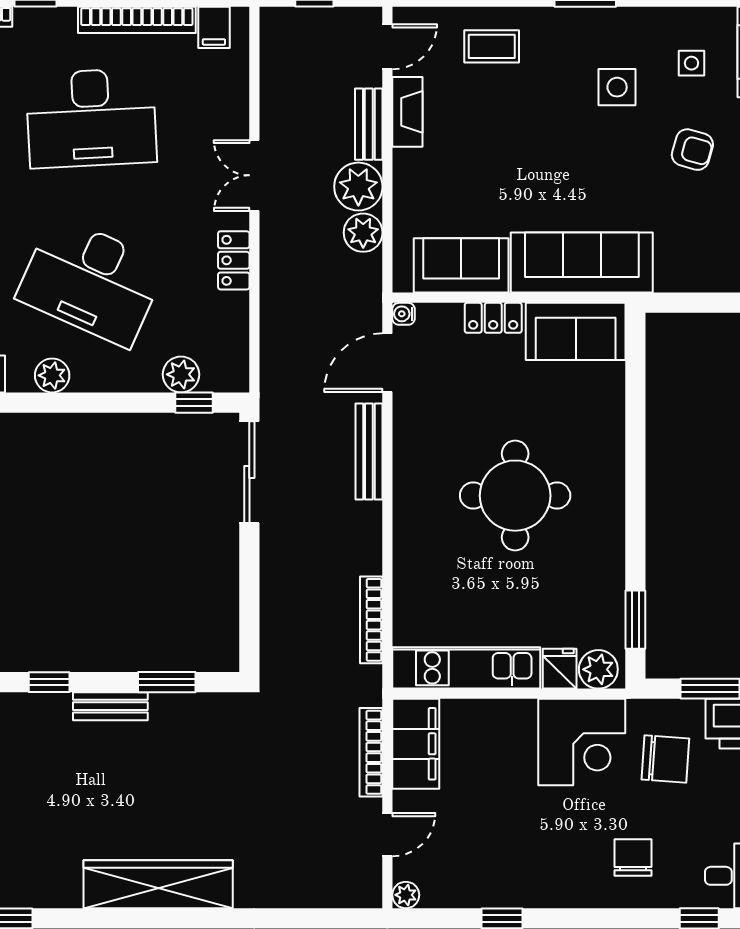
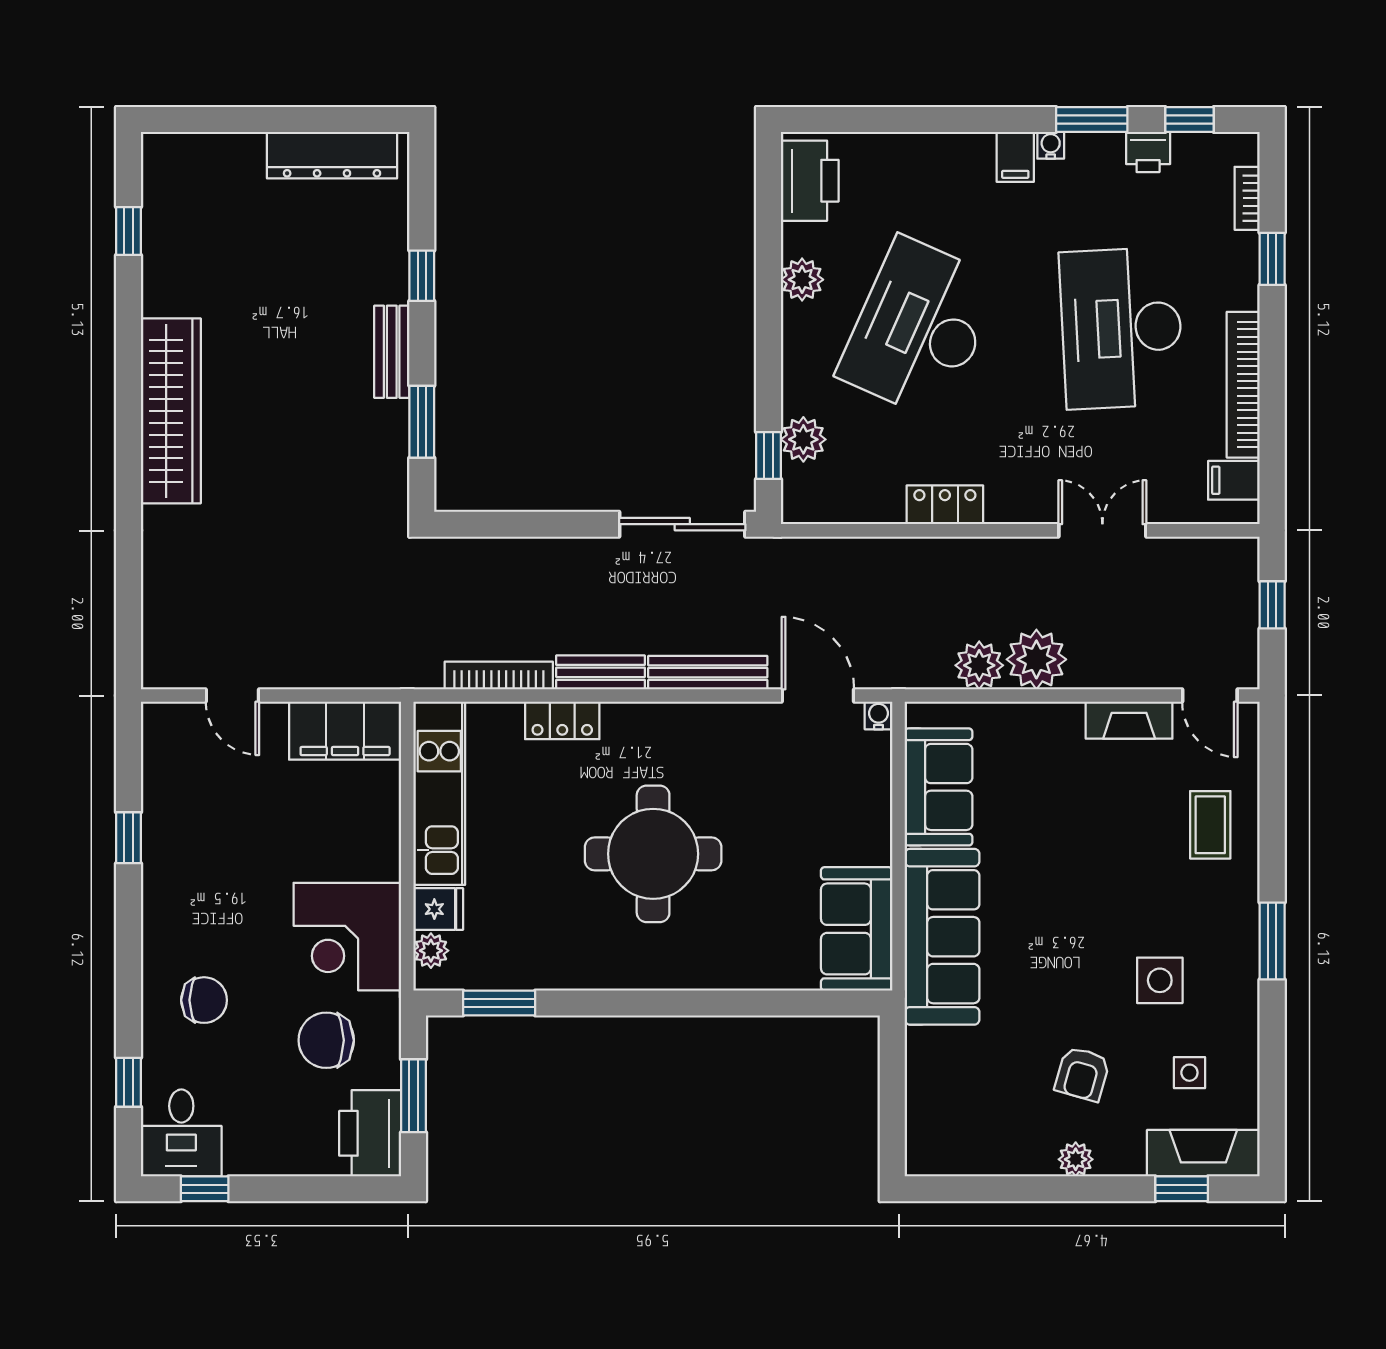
bench: (369, 124) -> (601, 672), moved
double door: (254, 175) -> (1102, 530), moved
locker: (493, 318) -> (562, 720), moved, turned -90
plant: (598, 669) -> (431, 951), width x0.73, depth x0.73
bookcase: (371, 752) -> (335, 675), removed
chair: (665, 759) -> (326, 1040), turned 86
plant: (406, 895) -> (158, 718), removed

